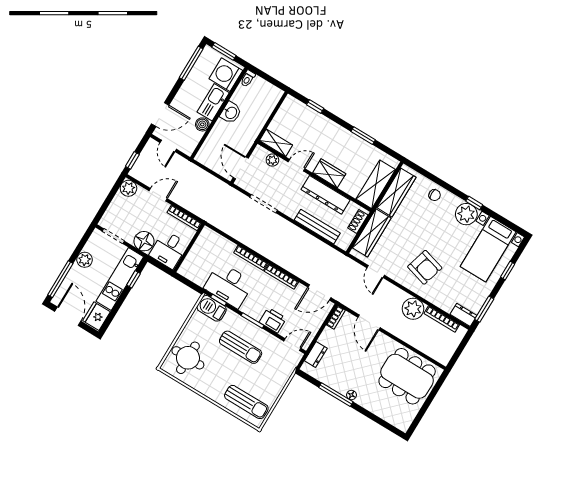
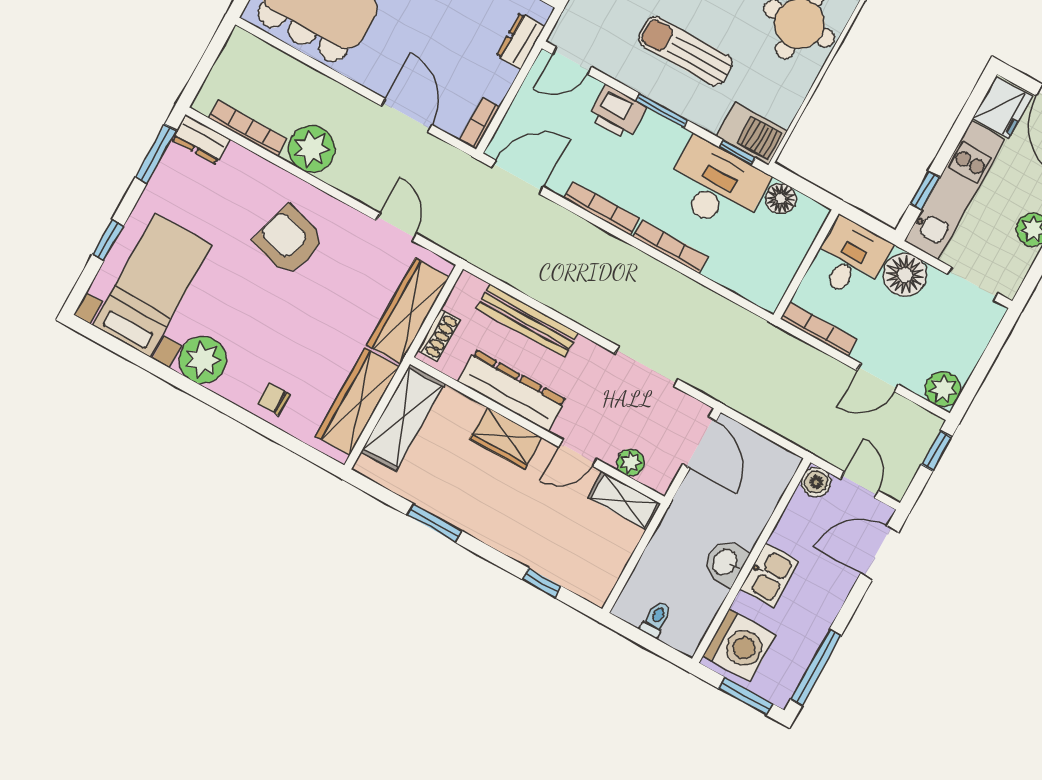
toilet: (248, 78) -> (656, 619), moved
kitchen sink: (213, 102) -> (770, 575), width x0.73
boiler: (202, 124) -> (816, 482), moved
window: (474, 203) -> (186, 385), removed
floor lamp: (199, 278) -> (781, 199), added

